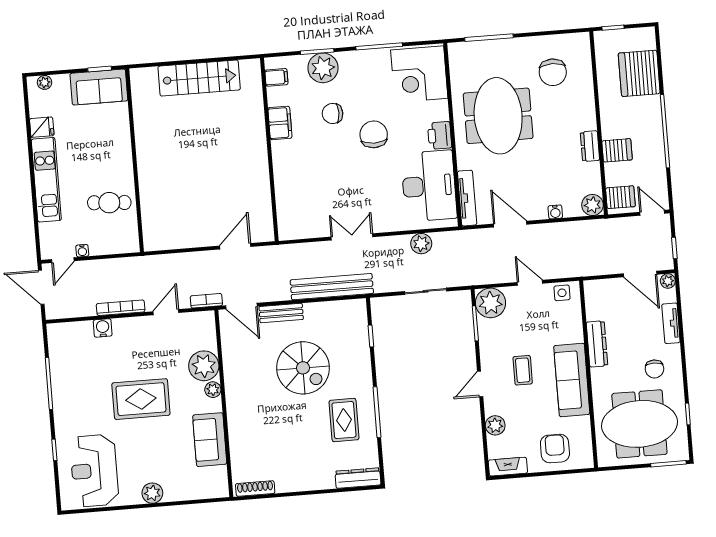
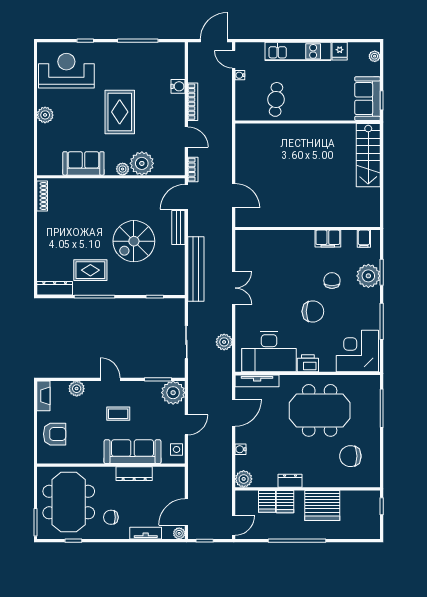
server rack: (639, 73) -> (322, 505), moved, turned 180
stairs: (199, 78) -> (368, 155), moved
server rack: (620, 197) -> (267, 501), moved
sofa: (572, 380) -> (132, 452), moved
dresser: (358, 478) -> (55, 288), moved, turned -90

